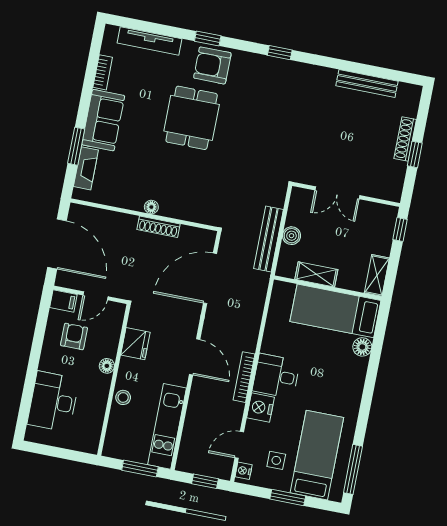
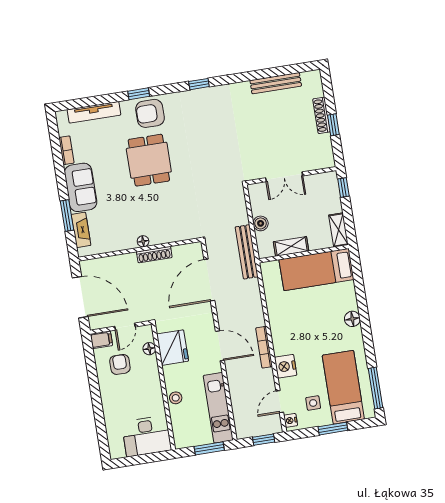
bench: (268, 239) -> (247, 252), moved
fridge: (135, 344) -> (173, 348), width x1.36, depth x1.34
floor lamp: (362, 347) -> (352, 319), moved
floor lamp: (107, 366) -> (149, 349), moved
desk: (276, 376) -> (289, 337), removed
desk: (53, 402) -> (147, 436), moved, turned -90

